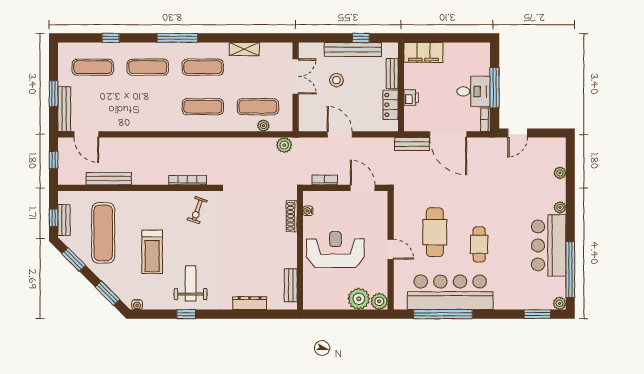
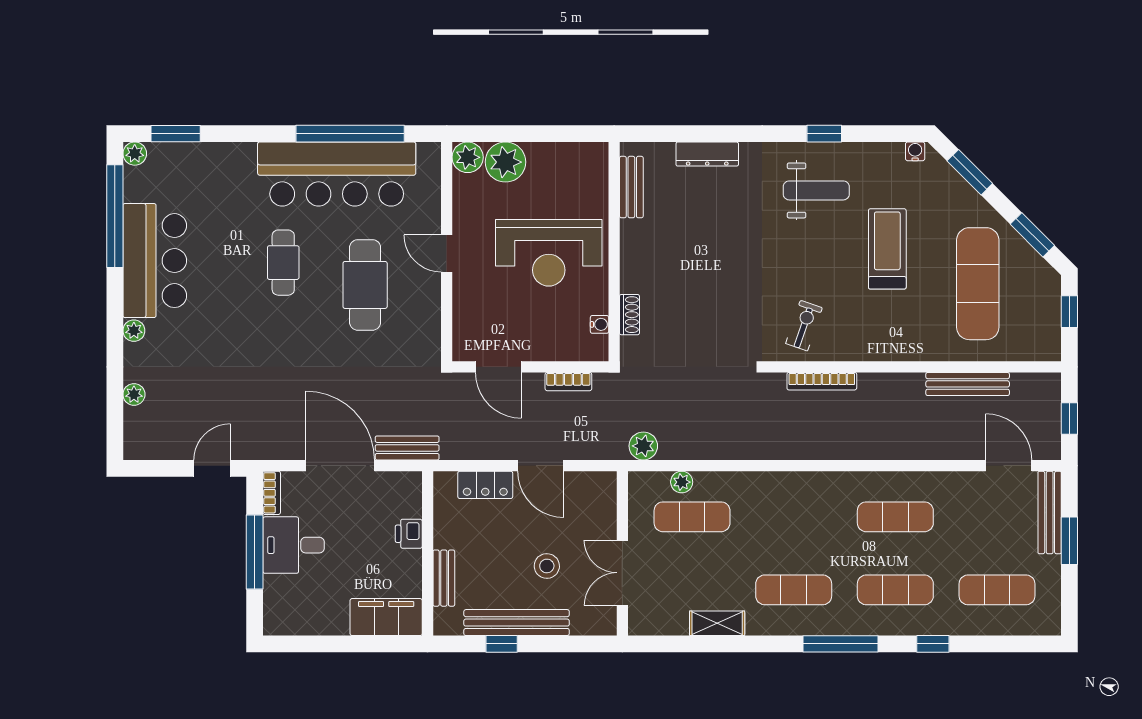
window: (111, 38) -> (933, 644), moved
locker: (391, 105) -> (485, 485), moved, turned 90
exercise mat: (203, 107) -> (895, 517), moved
shoe rack: (292, 216) -> (629, 315), width x0.70
bench: (64, 220) -> (1050, 307), removed
weight bench: (191, 283) -> (816, 190), turned -90

